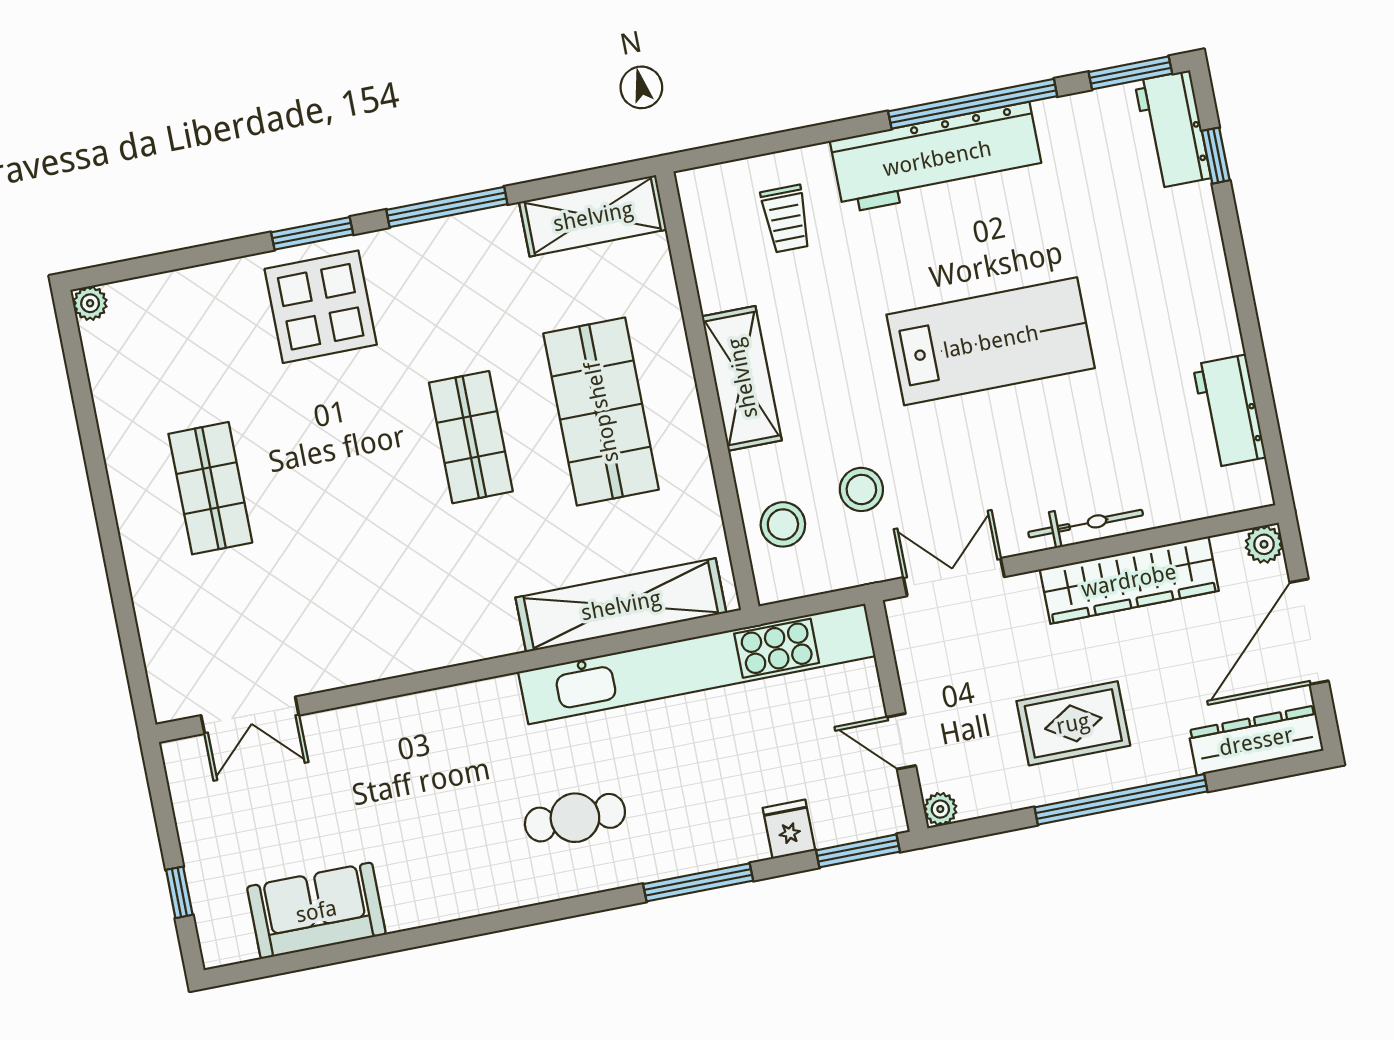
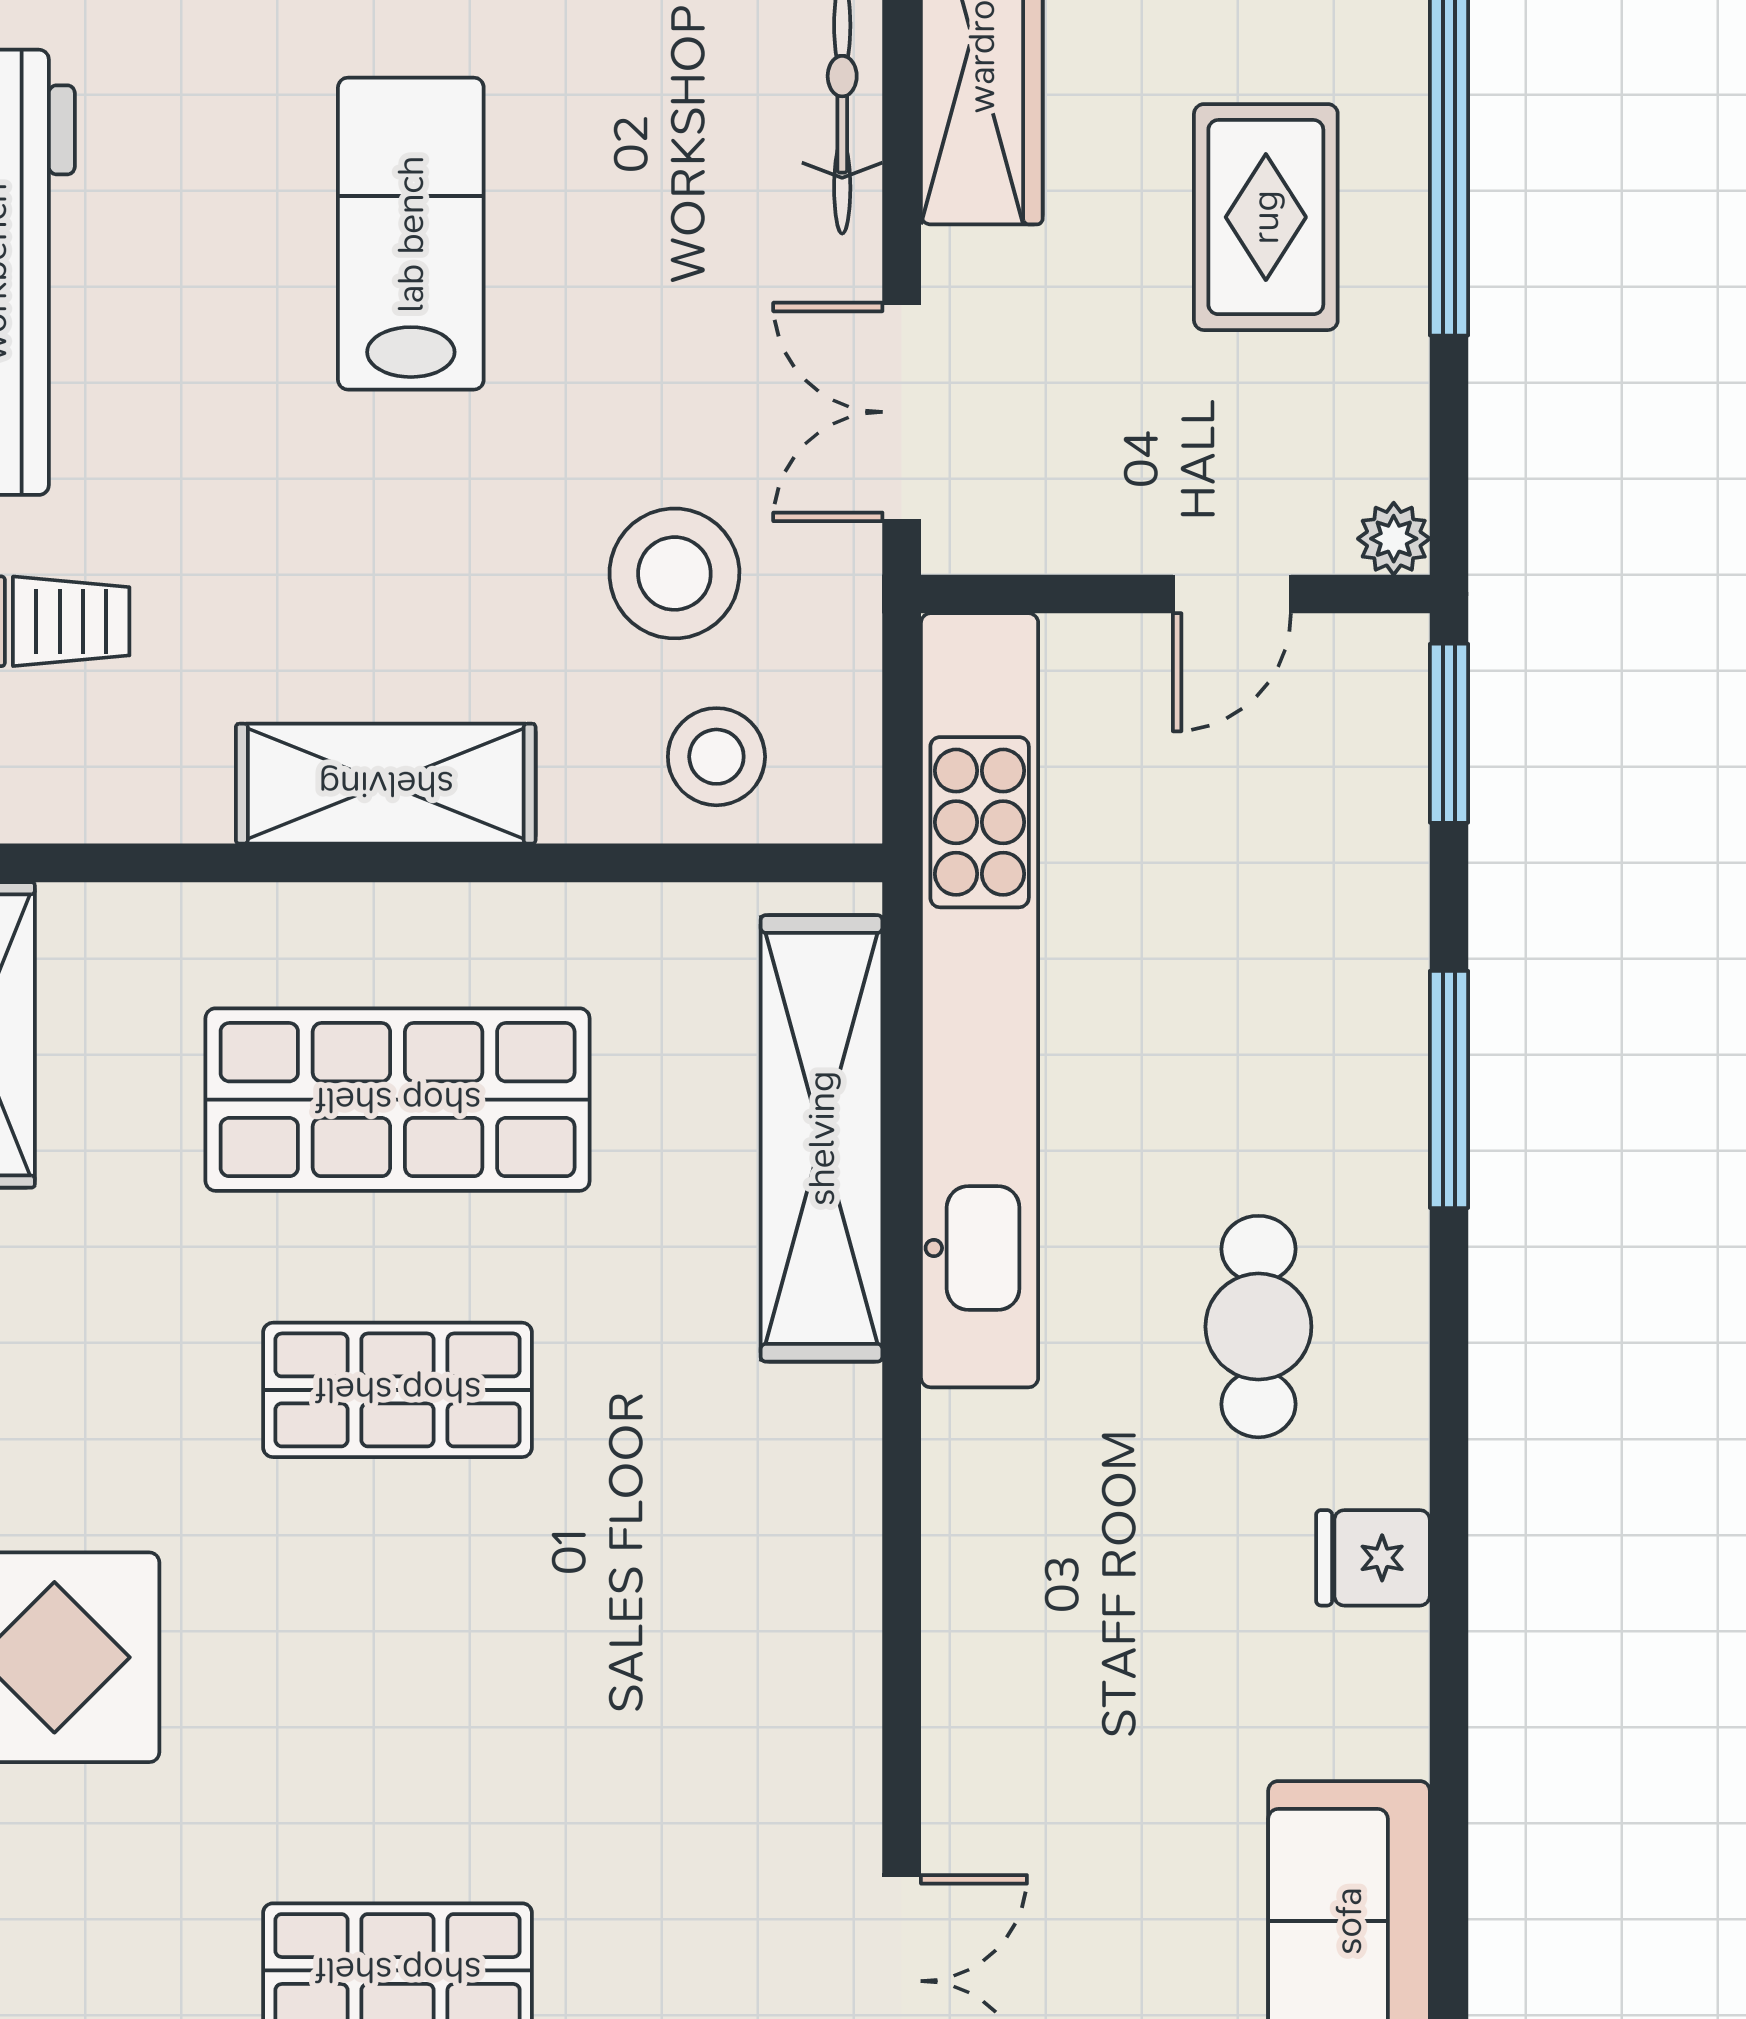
lab bench: (991, 341) -> (411, 234), width x0.73, depth x0.72
stool: (861, 489) -> (674, 573), width x1.38, depth x1.38
fridge: (789, 829) -> (1373, 1558), moved

